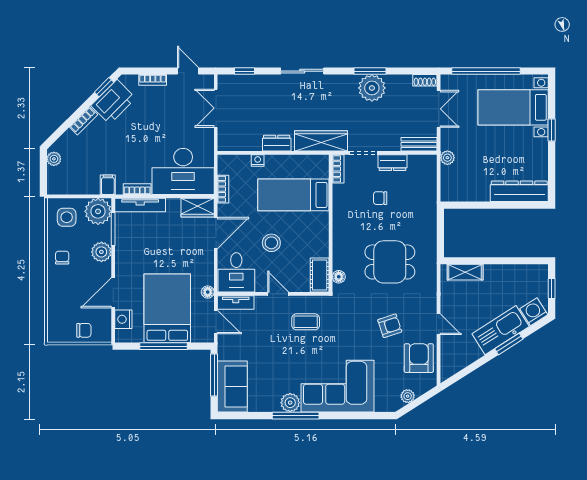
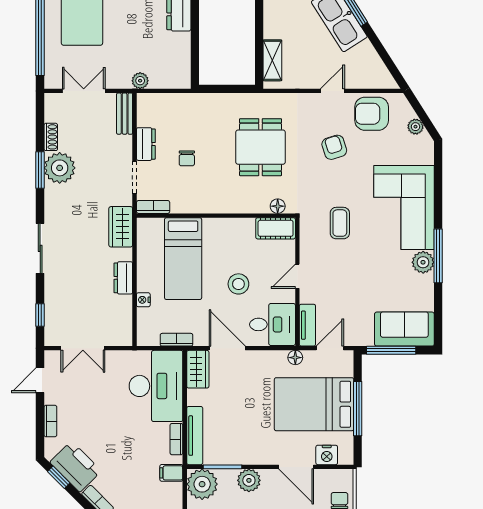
shoe rack: (425, 80) -> (51, 137), moved
wardrobe: (321, 141) -> (121, 227), width x0.67
coffee table: (306, 322) -> (340, 223), moved

